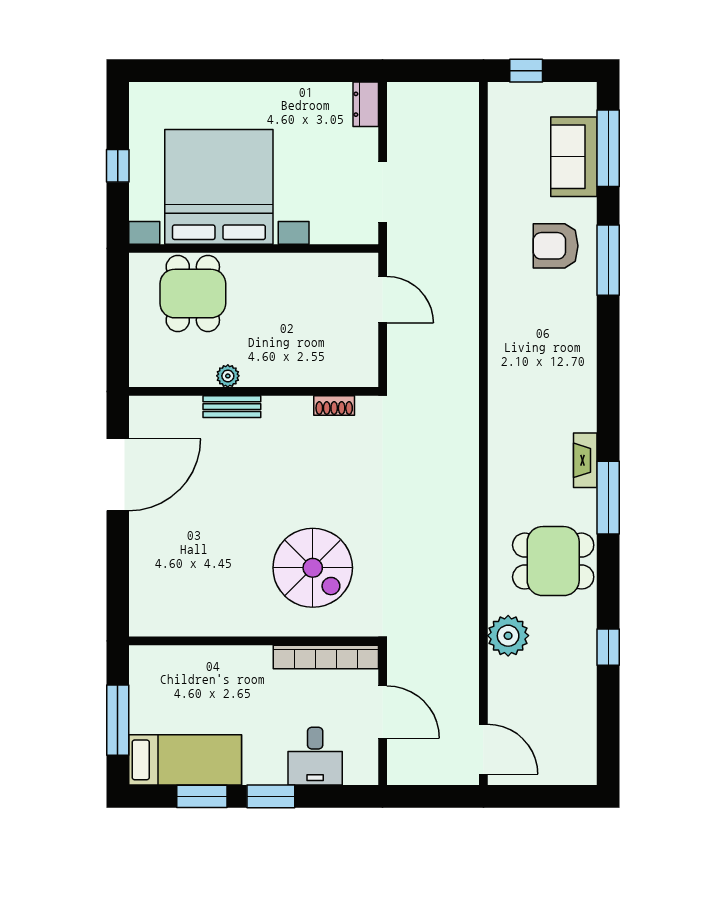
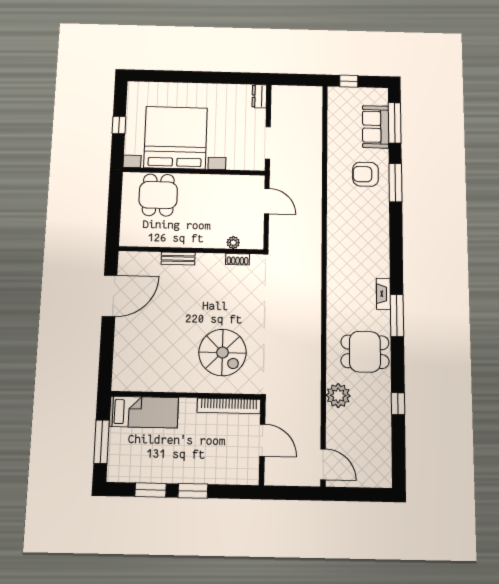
plant: (228, 376) -> (233, 243), moved
desk: (315, 756) -> (221, 466), removed
bed: (185, 760) -> (144, 412), moved

